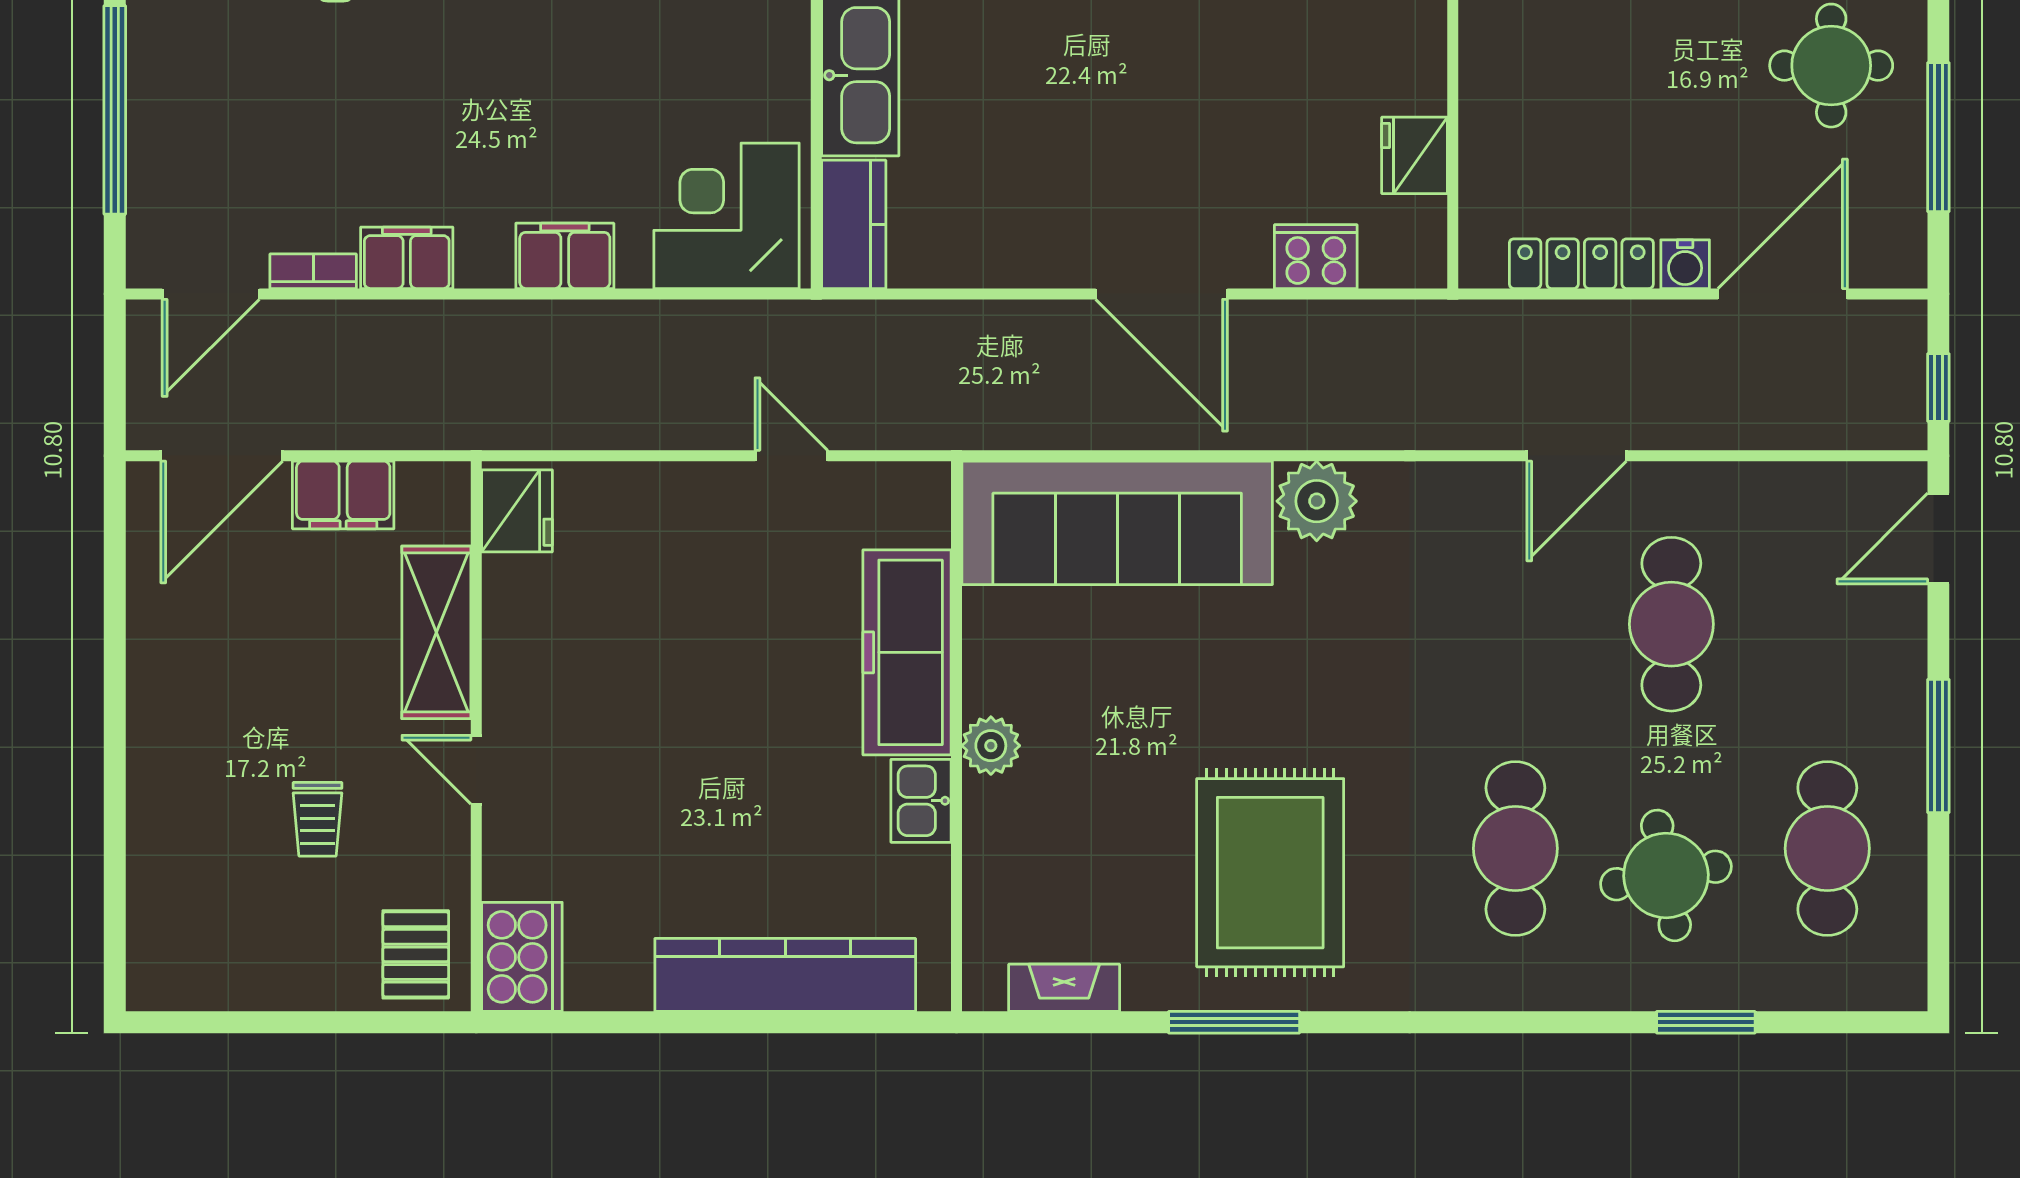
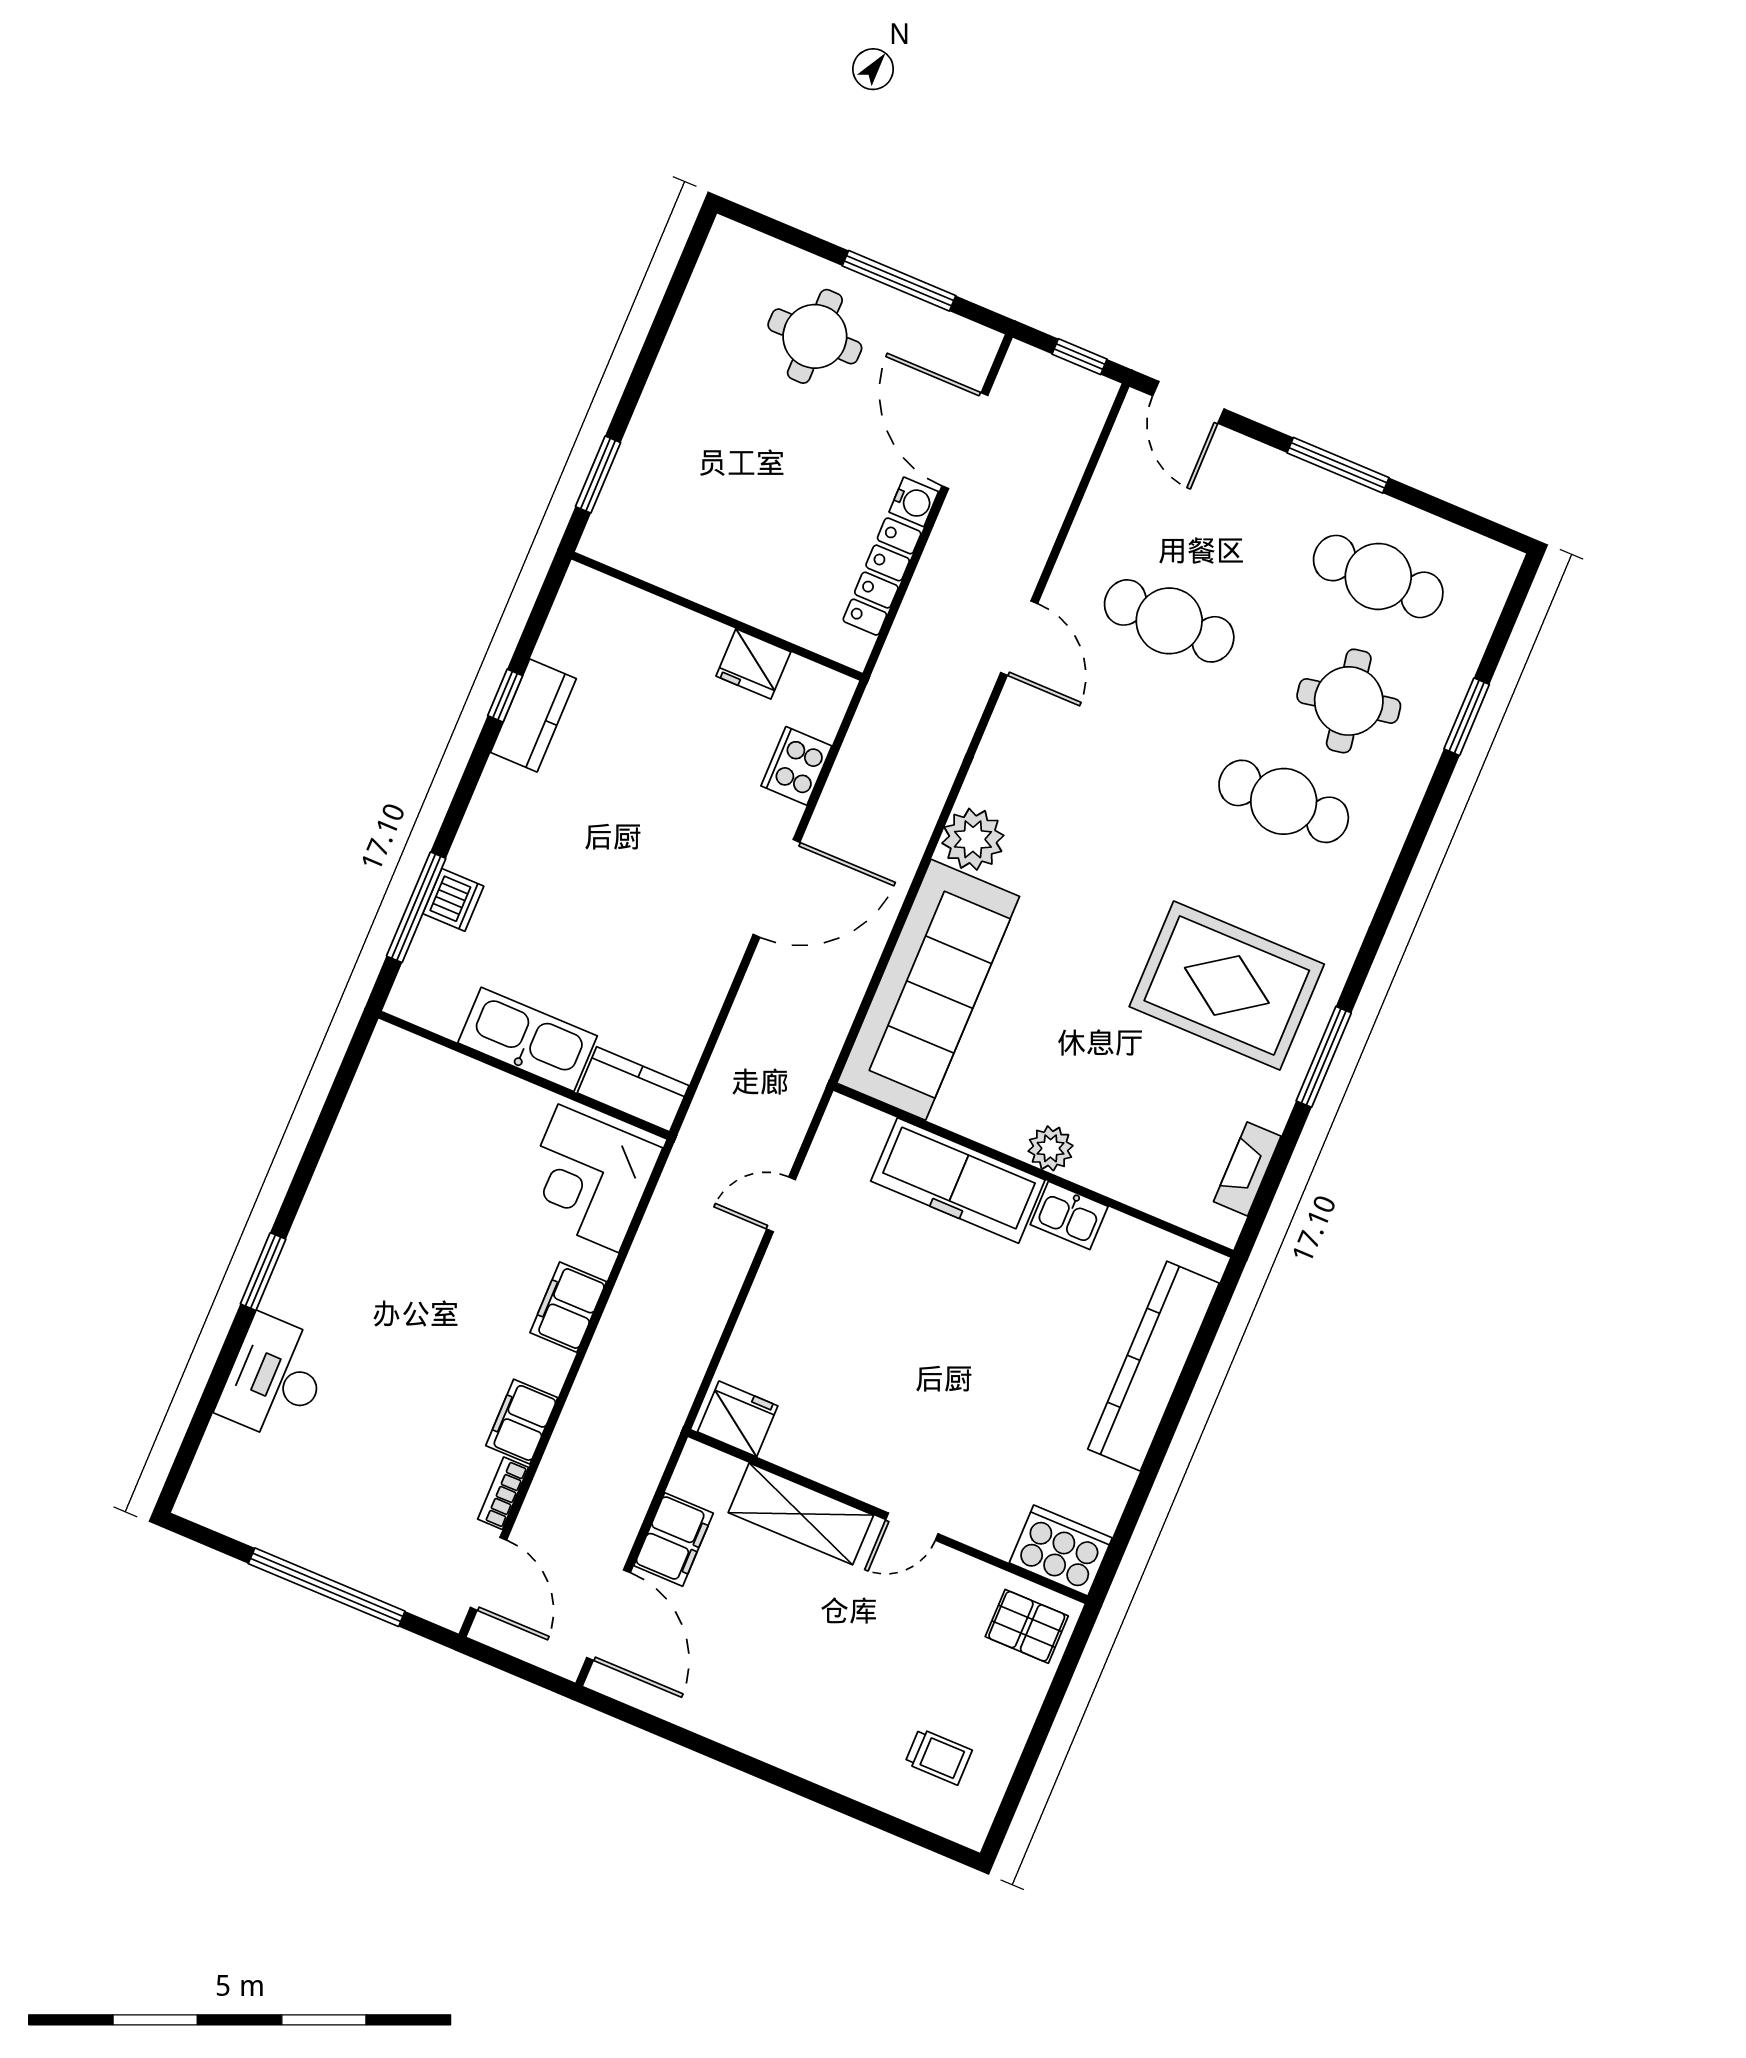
trolley: (317, 819) -> (938, 1757), moved

